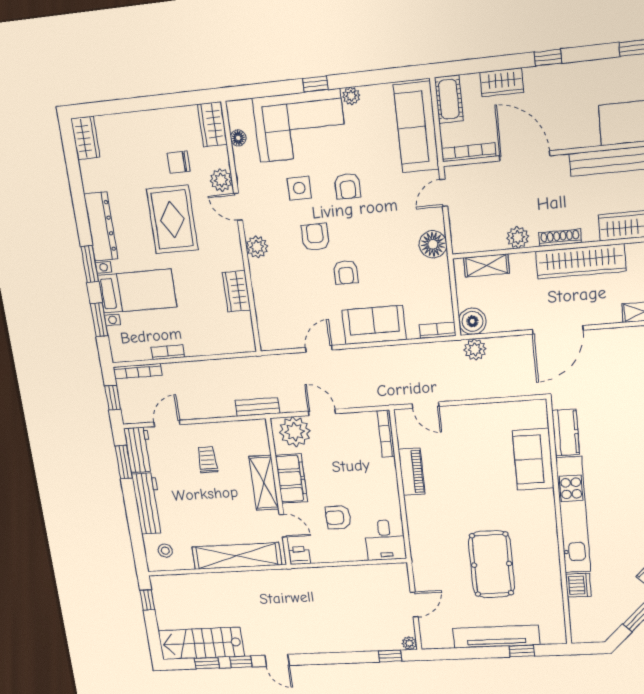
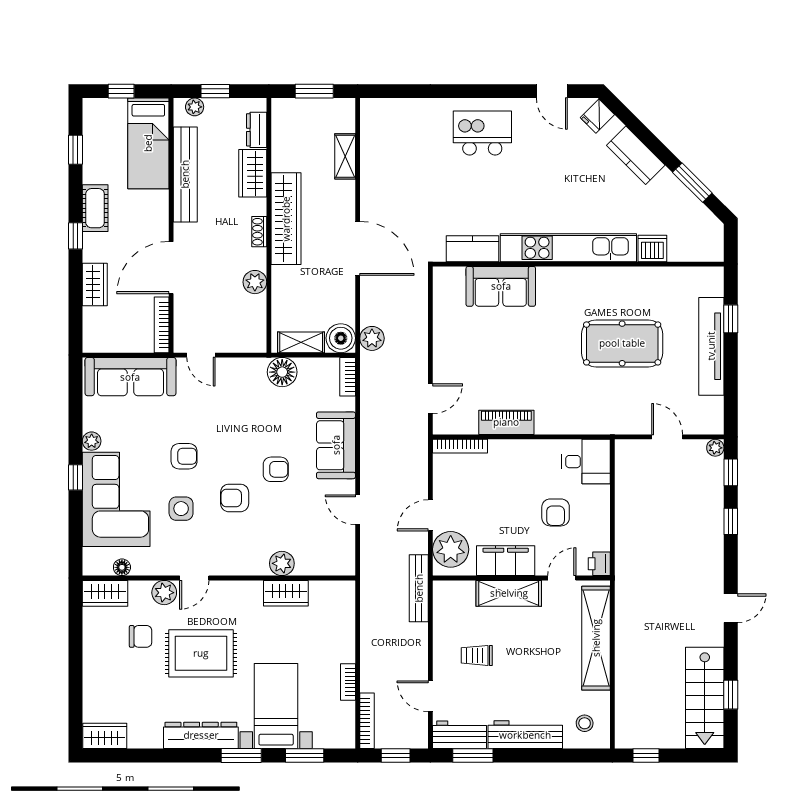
cot: (449, 99) -> (95, 208), moved, turned 90
chair: (179, 162) -> (141, 636), turned -90
shoe rack: (560, 238) -> (259, 232), width x0.70
floor lamp: (433, 244) -> (282, 372), moved
plant: (257, 247) -> (282, 563), moved
shelving: (487, 265) -> (301, 342), moved, turned 90
bench: (257, 407) -> (419, 588), width x1.36
window: (241, 662) -> (731, 521), moved

